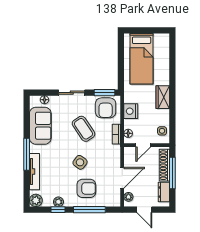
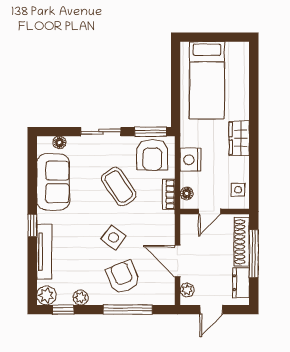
window: (27, 154) -> (32, 225), width x0.46
door: (122, 178) -> (178, 261), swing flipped
armchair: (86, 188) -> (123, 277), turned -112
window: (58, 210) -> (63, 310), moved
door: (144, 210) -> (211, 310), hinge flipped

